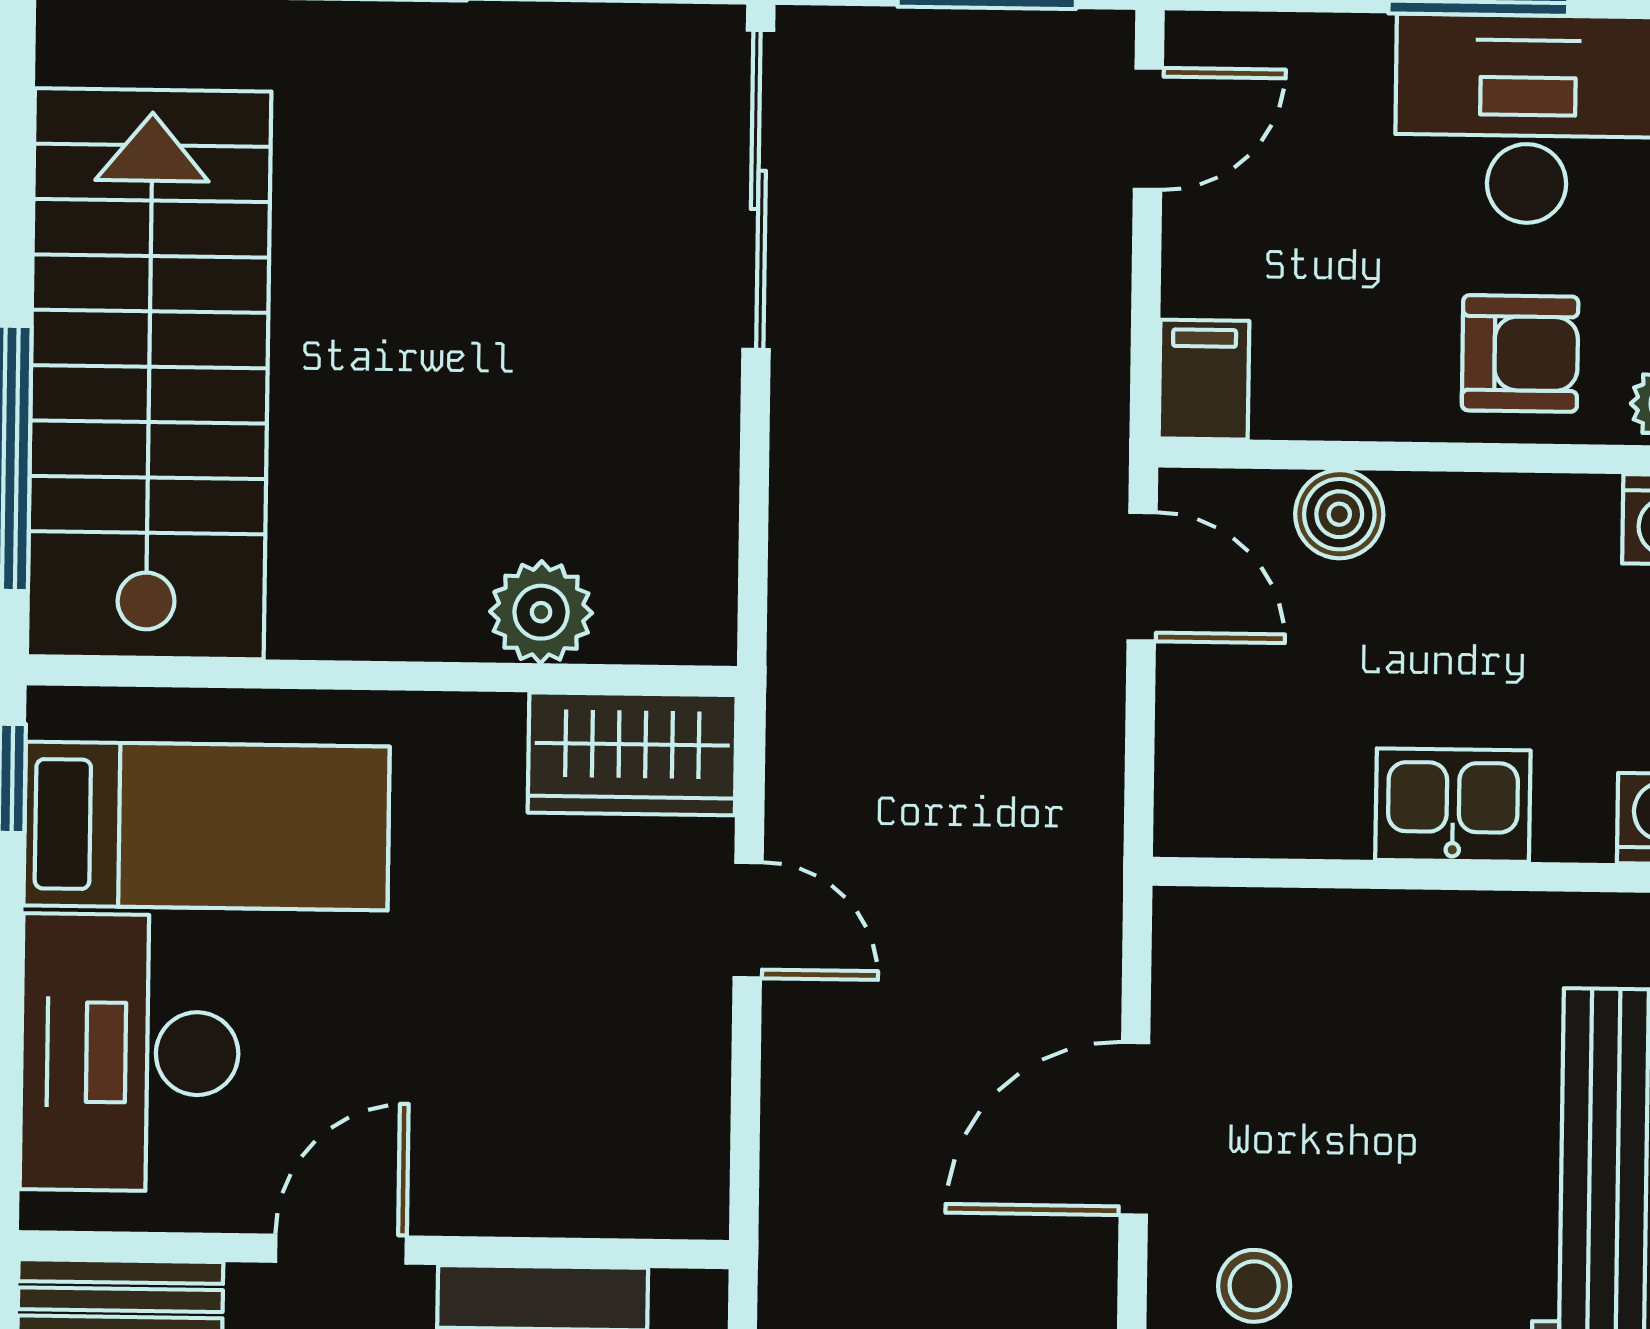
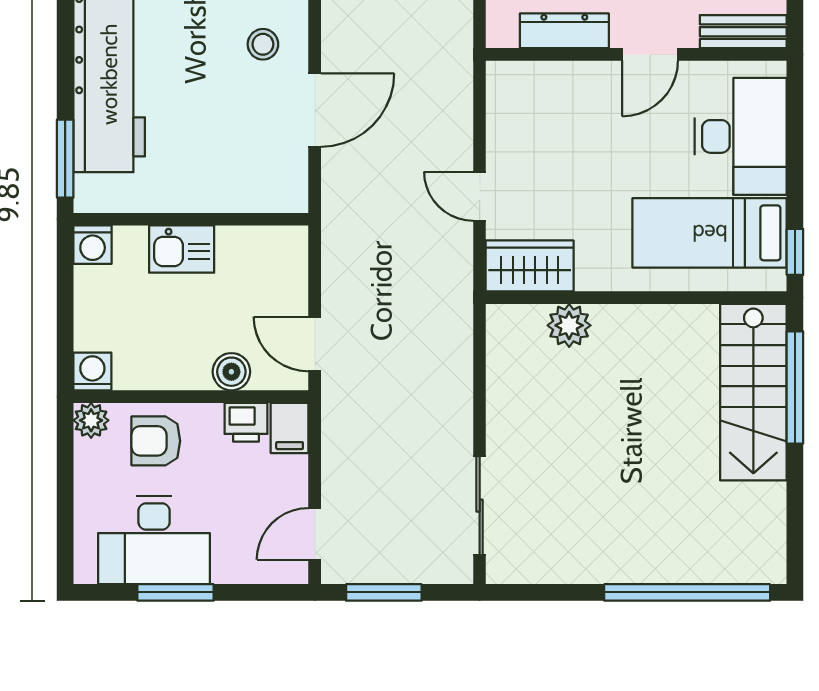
sliding door: (758, 190) -> (480, 506), width x0.73
stairs: (149, 374) -> (753, 392), width x0.73, depth x0.66
printer: (1307, 395) -> (246, 422), added

